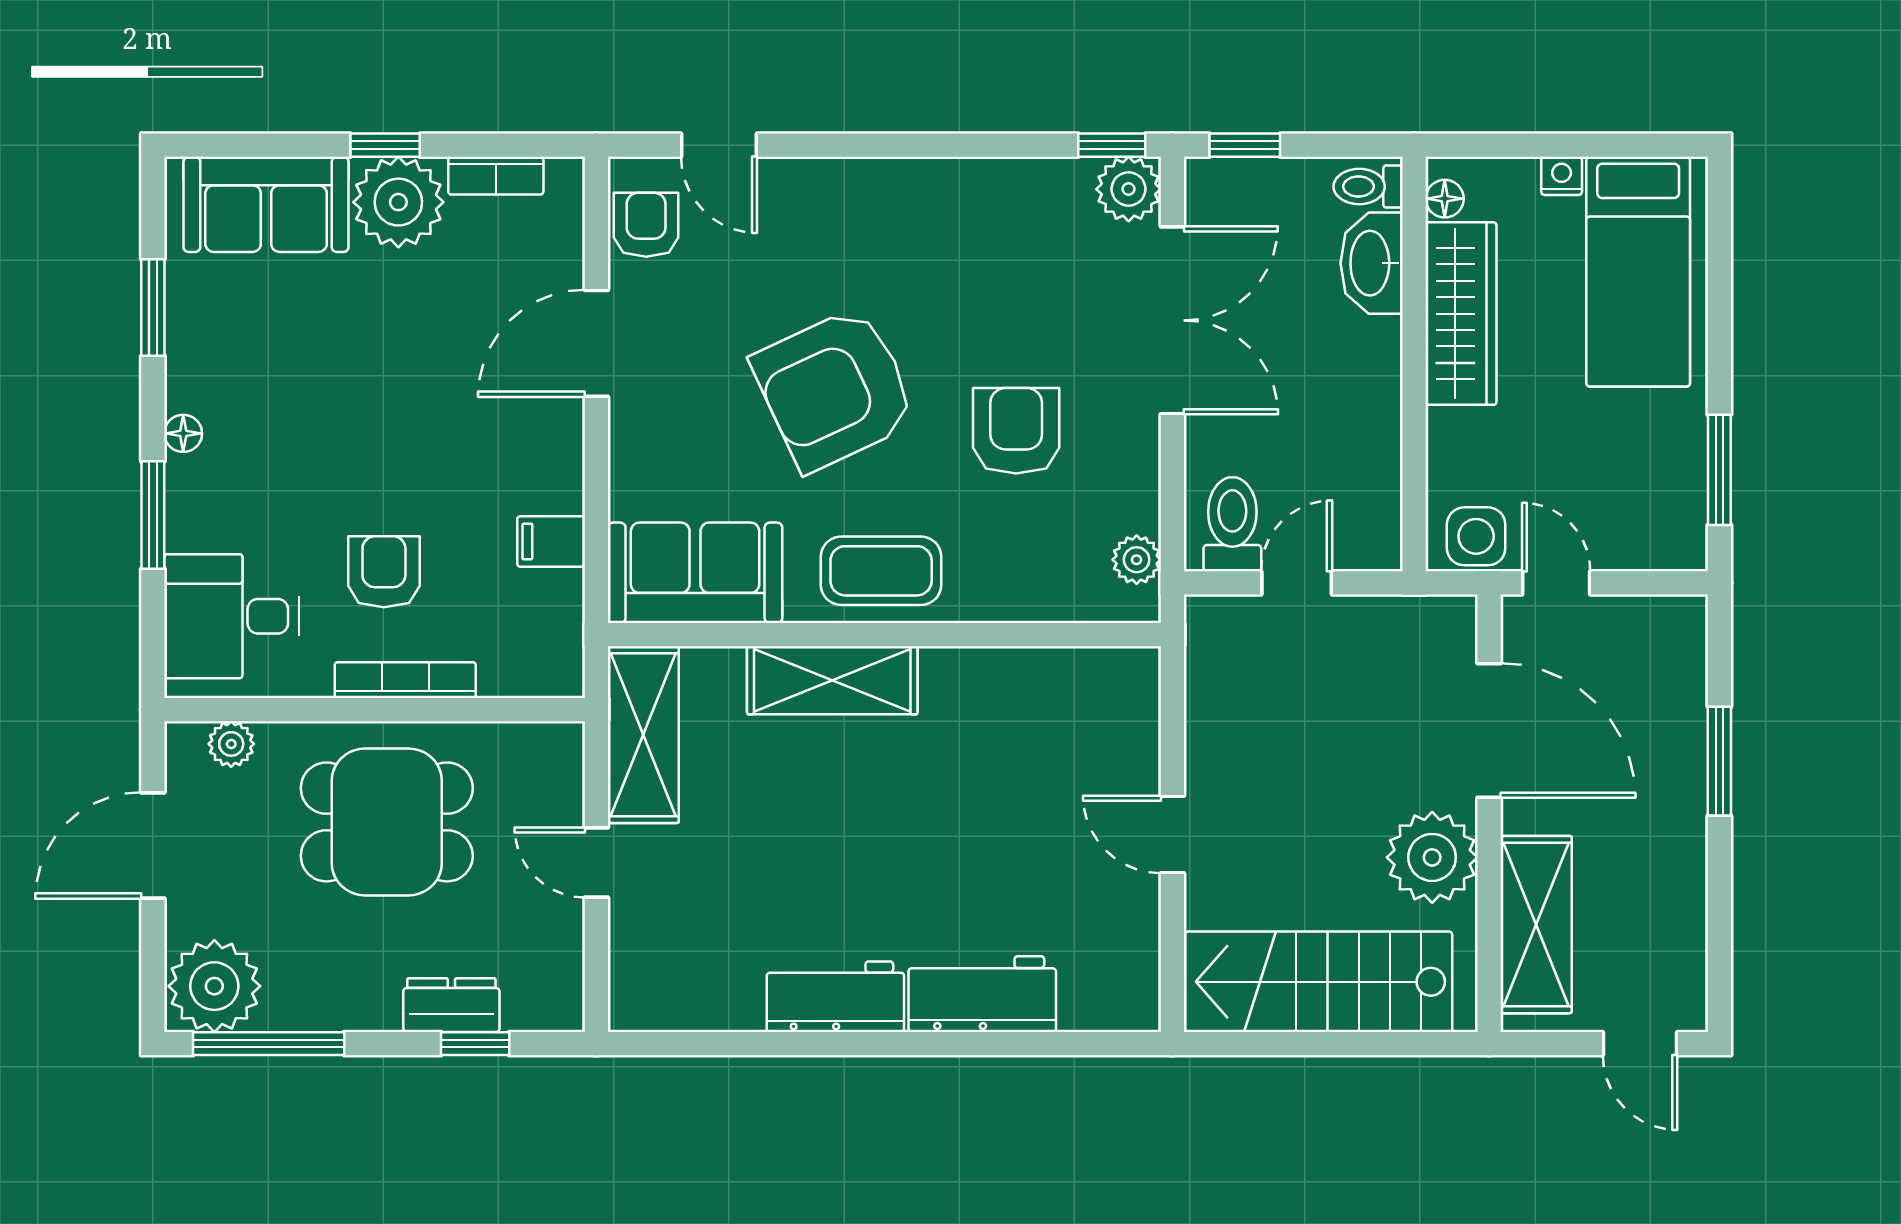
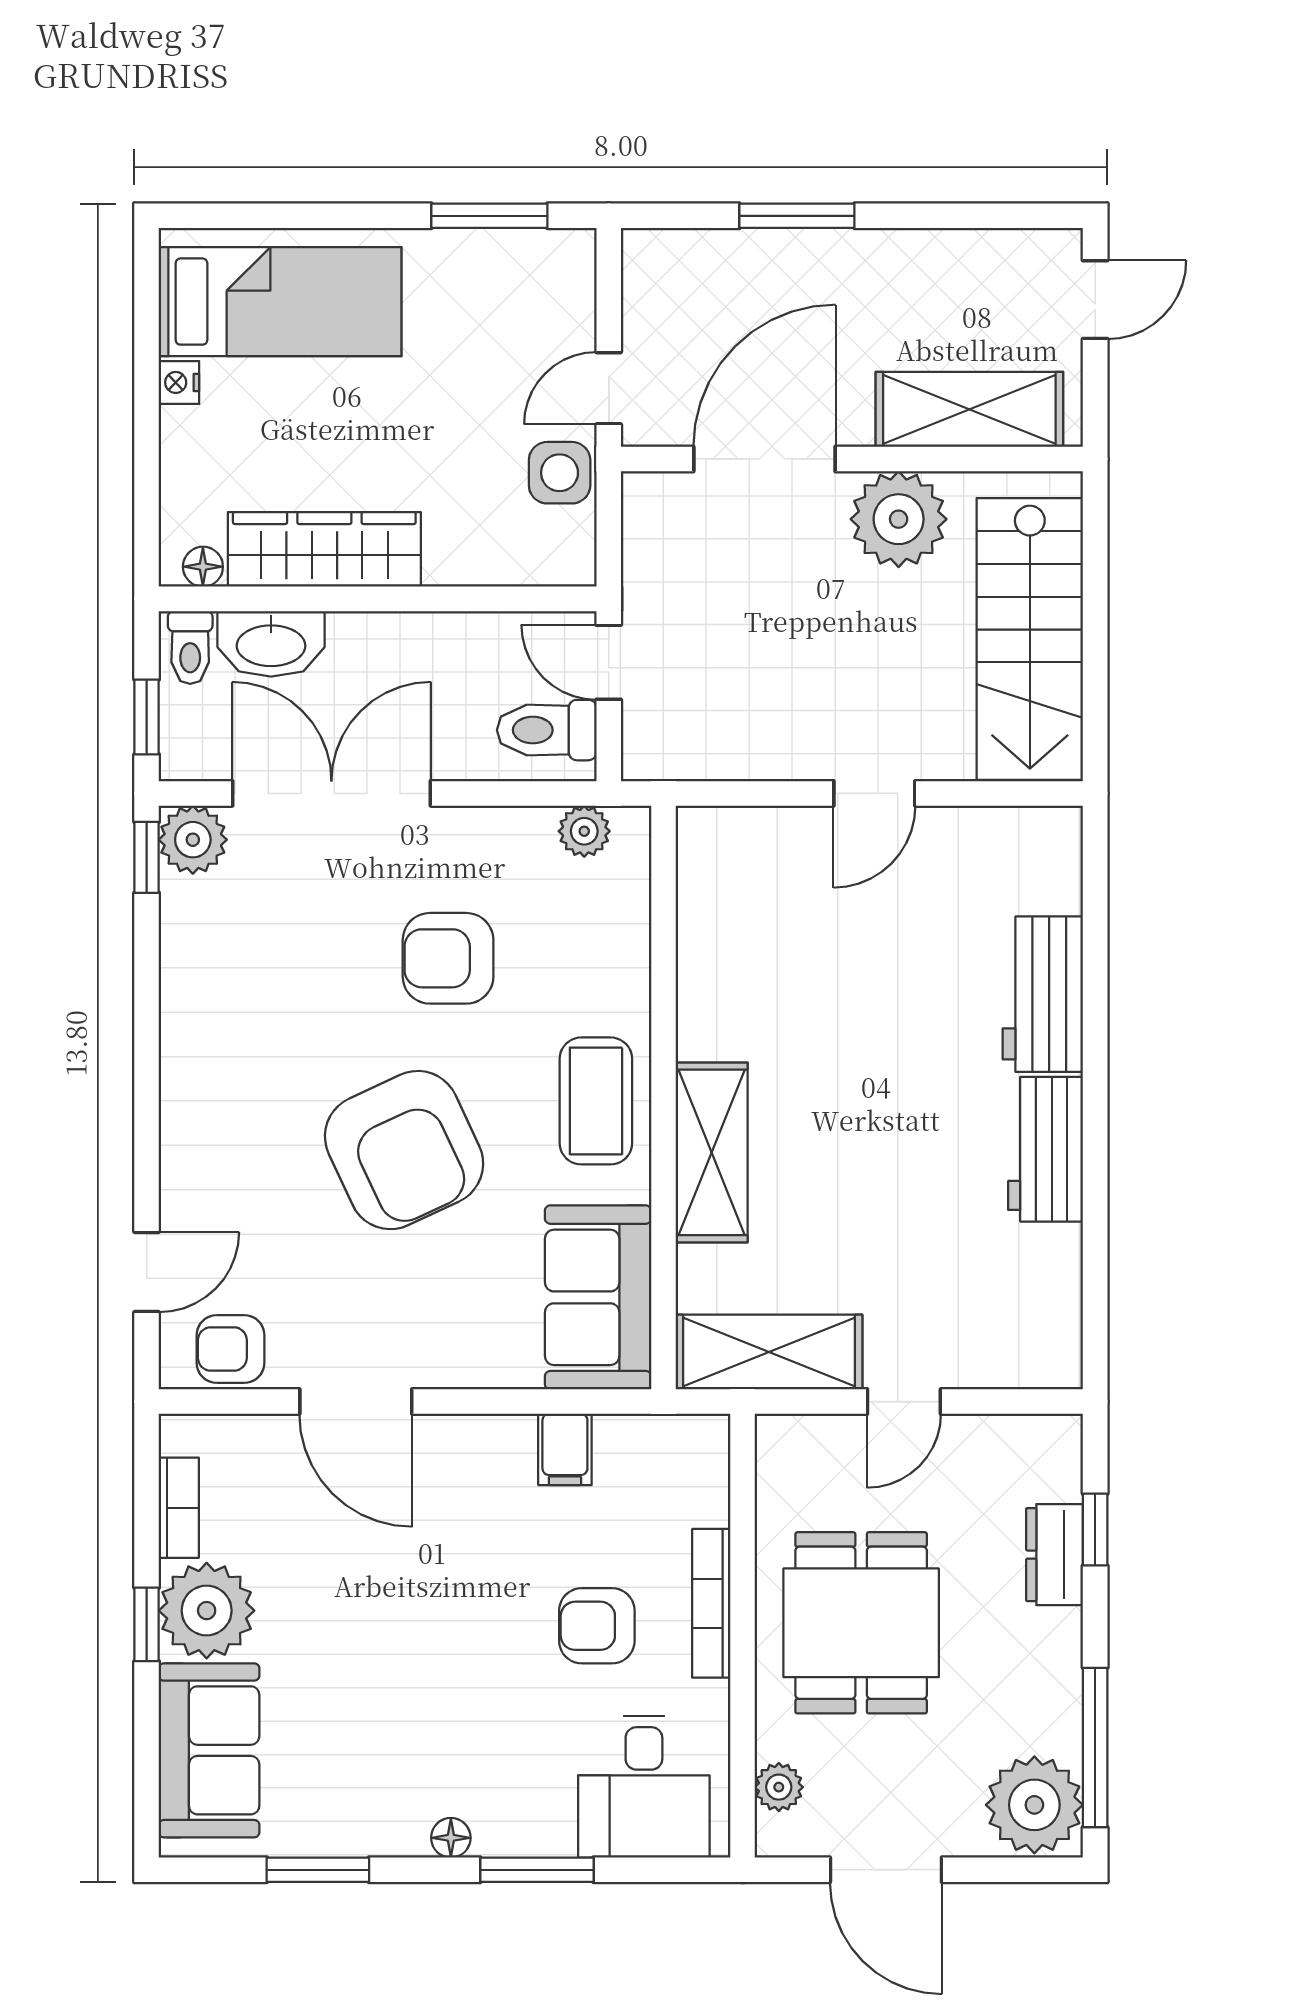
toilet: (1368, 187) -> (190, 647), moved
floor lamp: (1445, 199) -> (203, 567), moved
washbasin: (1372, 263) -> (271, 644), moved
wardrobe: (1461, 314) -> (324, 549), moved
wall: (1414, 364) -> (378, 599), moved

